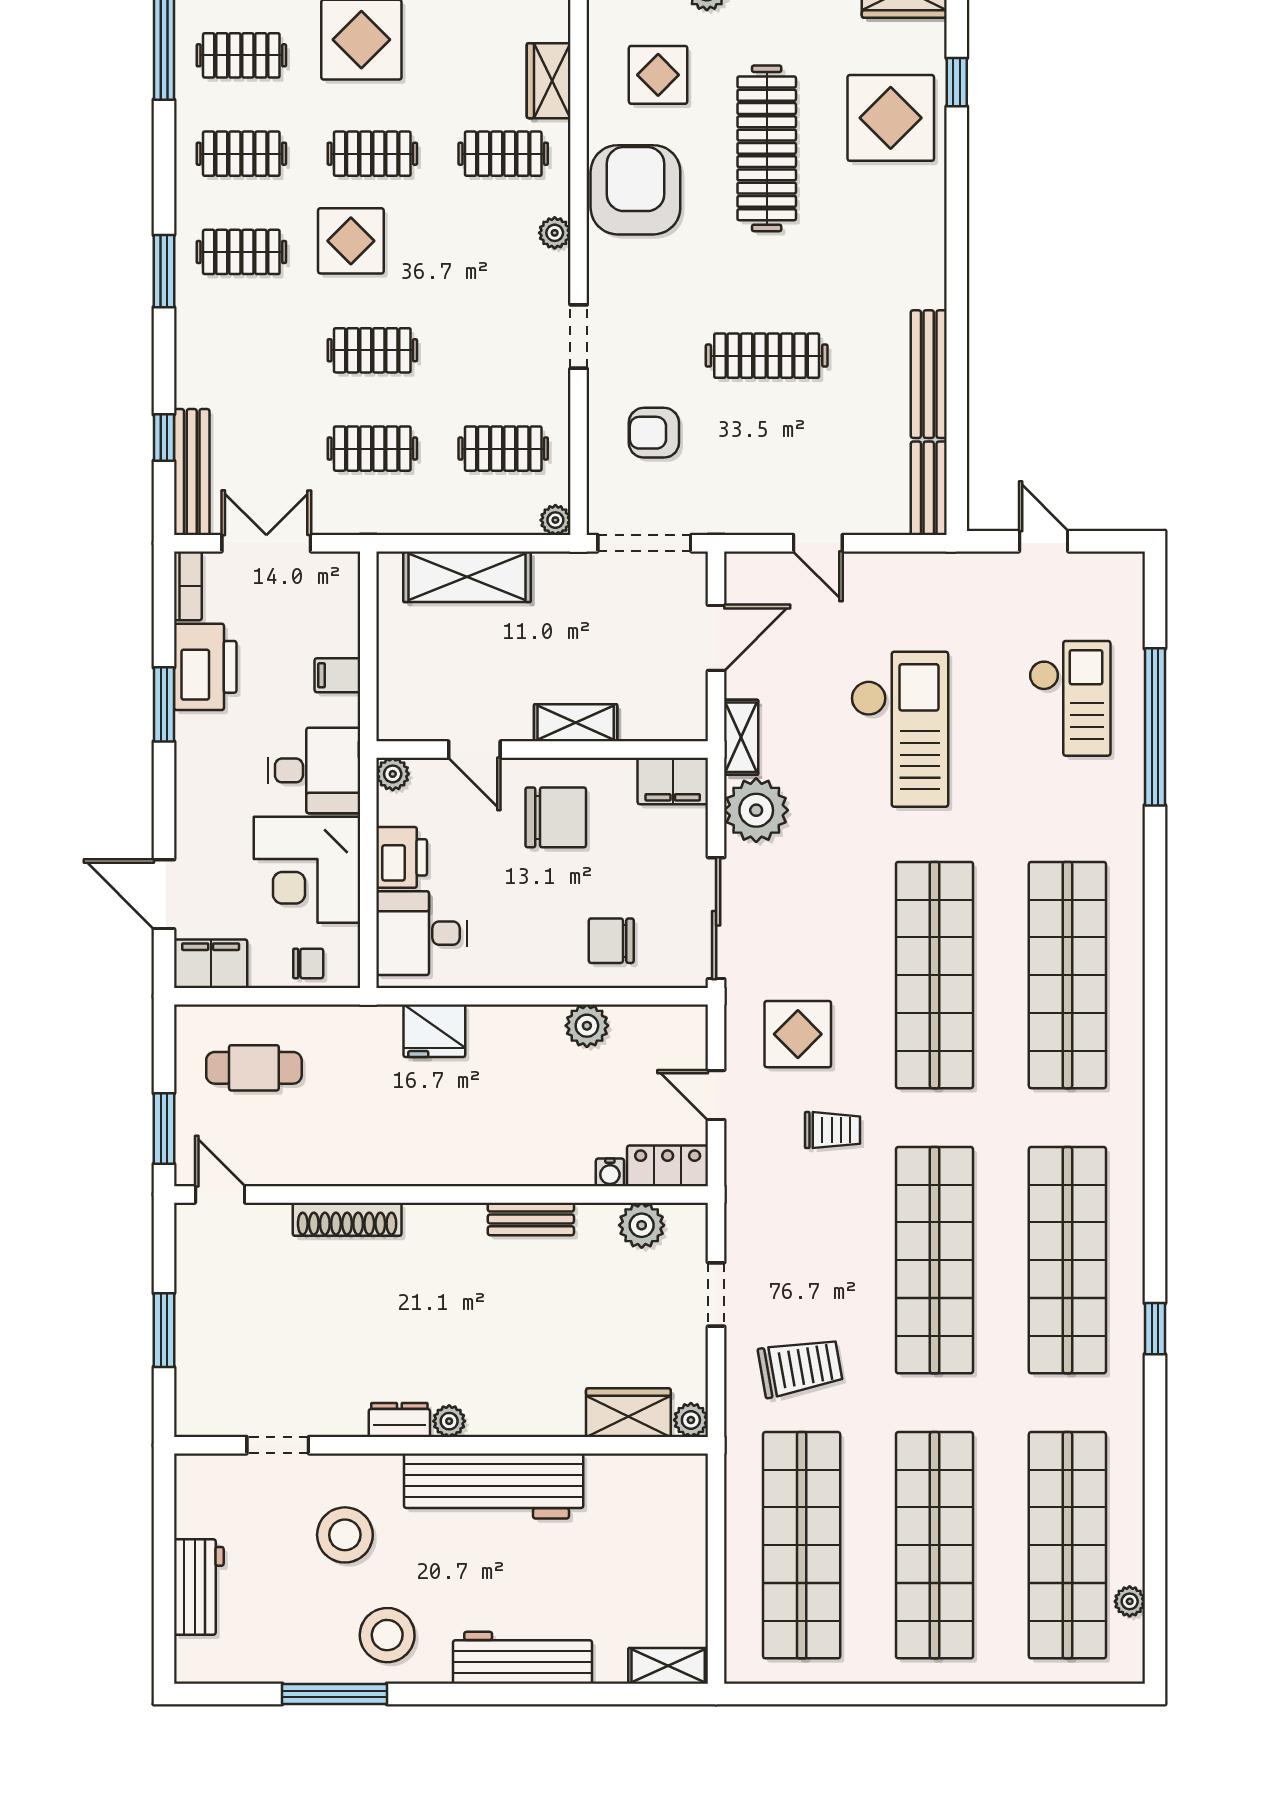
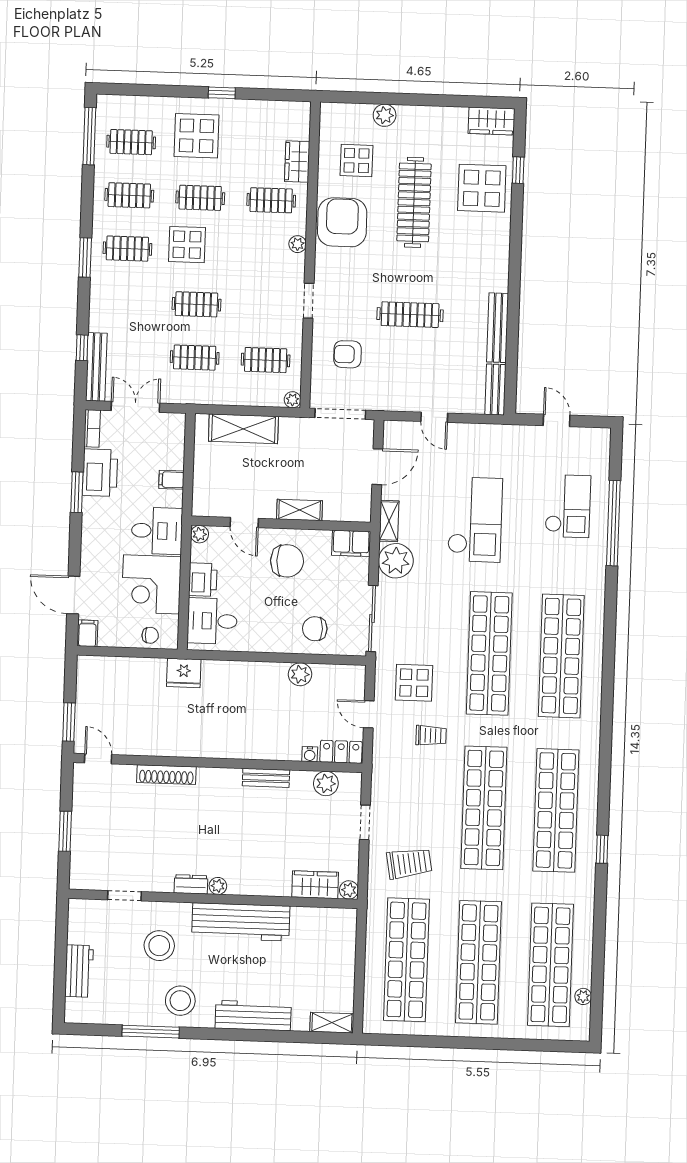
filing cabinet: (211, 964) -> (87, 633), width x0.50
fridge: (434, 1031) -> (184, 673), moved
cafe table: (254, 1068) -> (119, 691), removed

